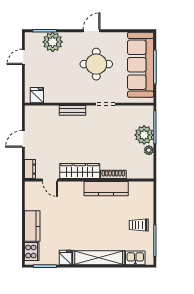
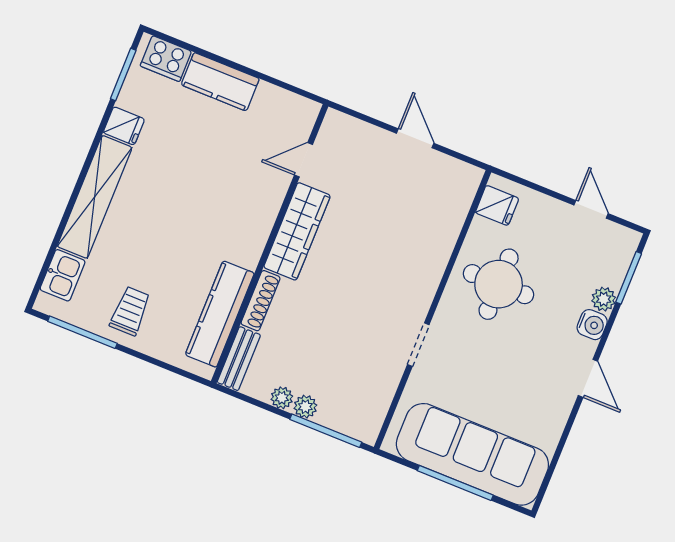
water cooler: (69, 38) -> (592, 325), added
plant: (53, 42) -> (604, 299), width x0.53, depth x0.53
round table: (96, 64) -> (499, 284), moved
bench: (72, 110) -> (239, 359), moved
plant: (144, 135) -> (305, 407), width x0.53, depth x0.53
dresser: (30, 169) -> (344, 126), removed
kitchen counter: (106, 189) -> (220, 314), moved

